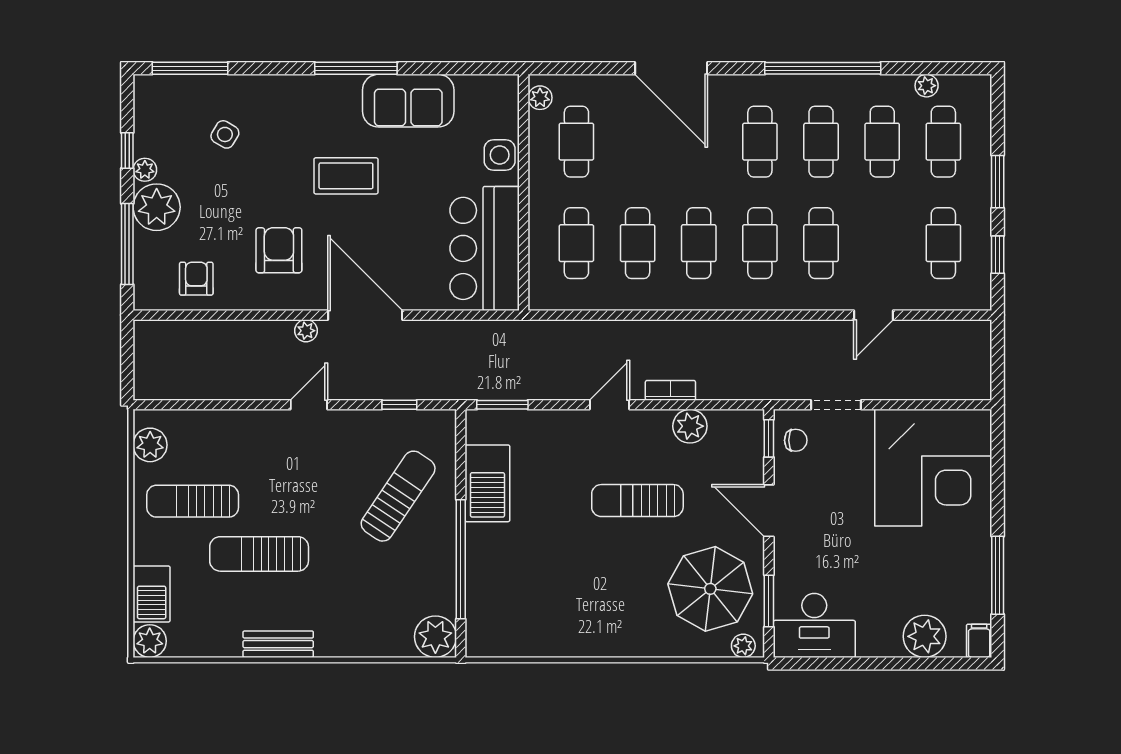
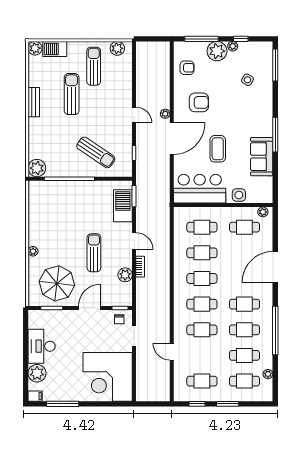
coffee table: (346, 176) -> (218, 149), moved
barbecue: (487, 483) -> (123, 206), moved, turned 90
desk: (814, 625) -> (42, 346), moved
plant: (743, 646) -> (33, 251), moved

